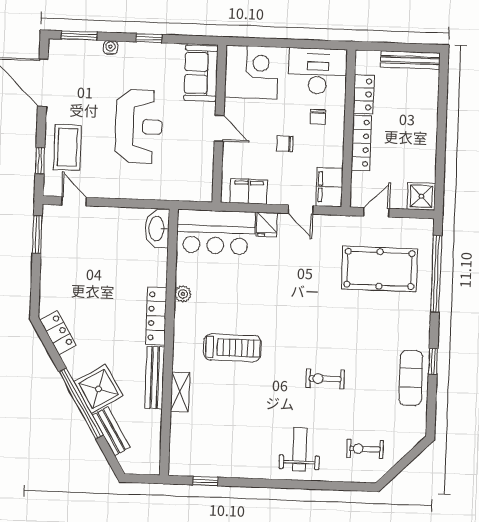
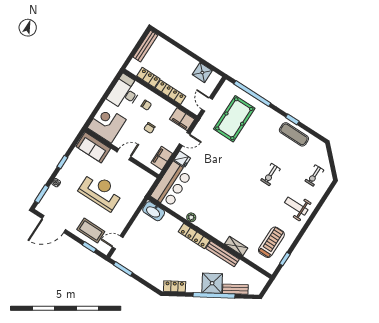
shower: (421, 196) -> (202, 73), moved
treadmill: (232, 348) -> (271, 242), moved

